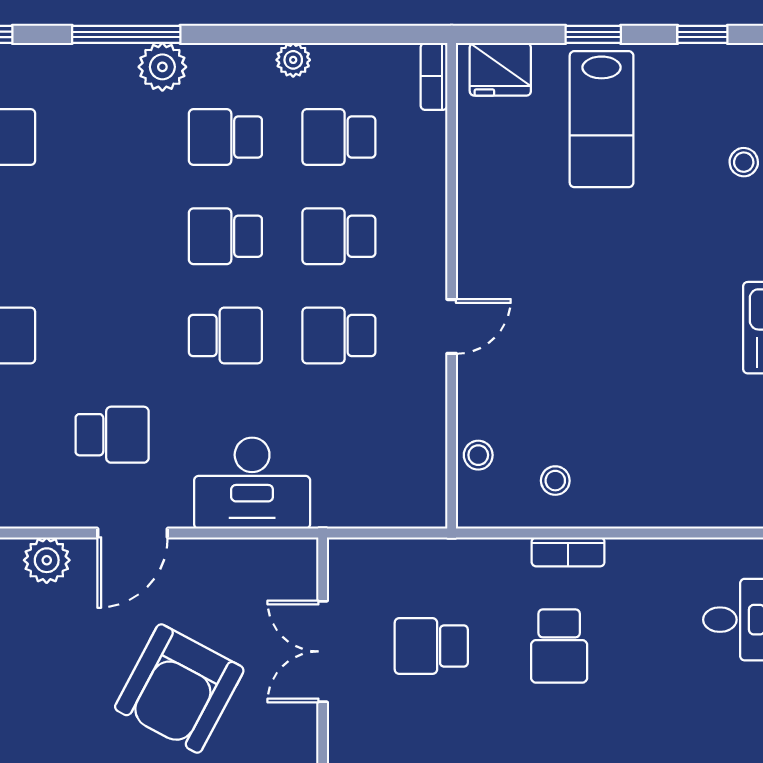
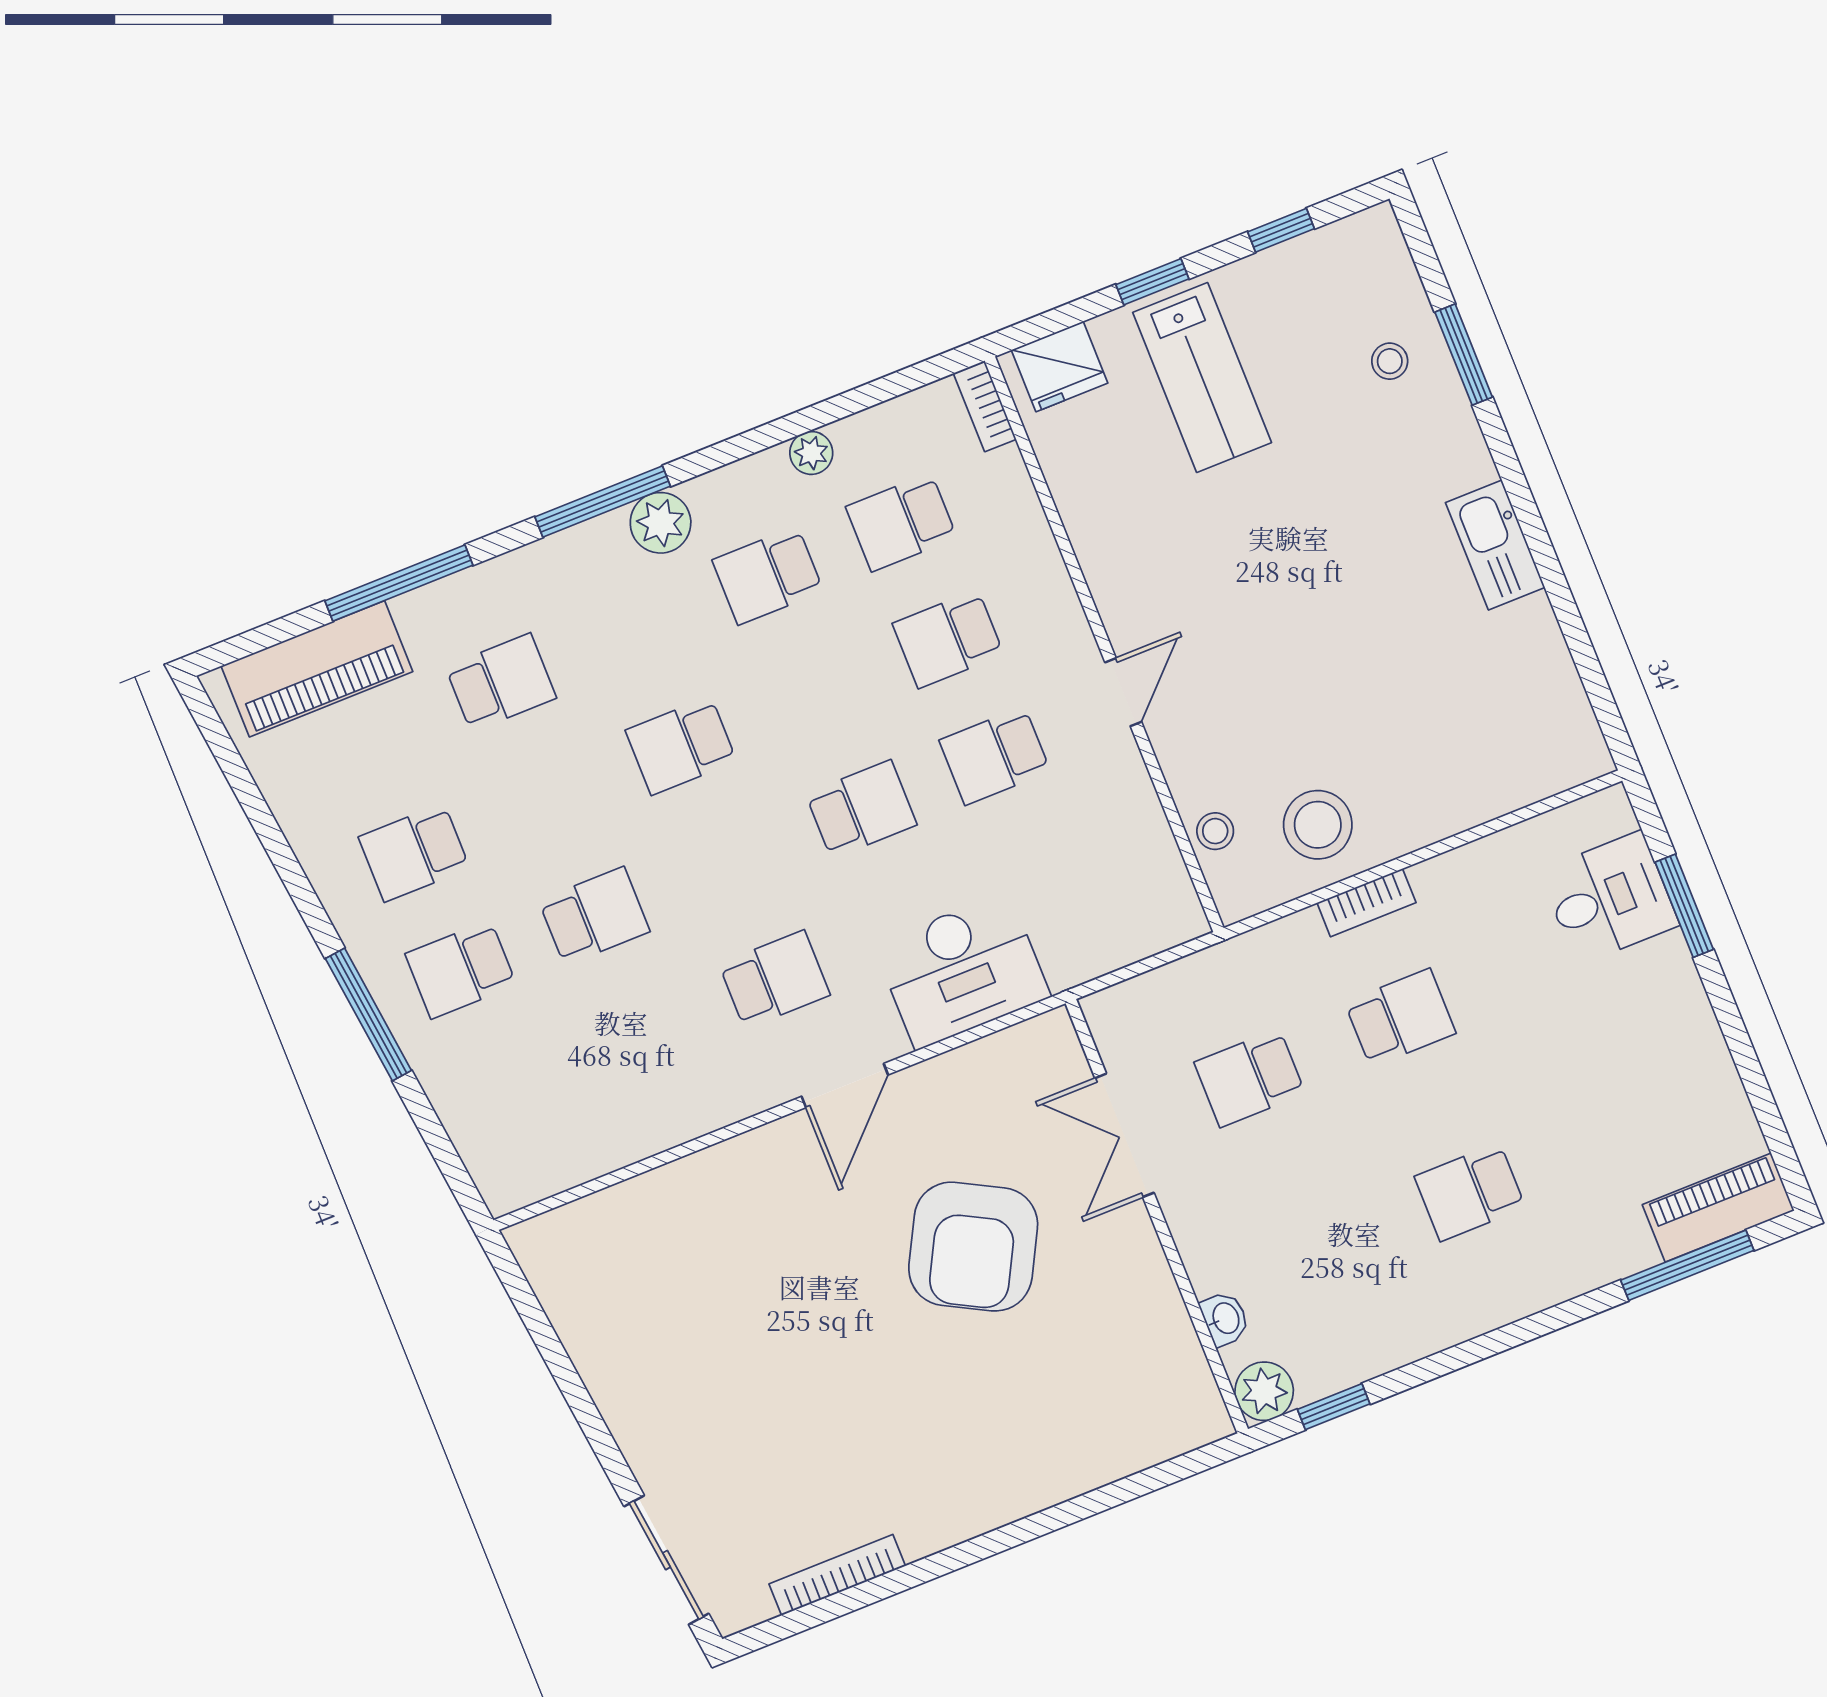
school desk: (225, 236) -> (681, 746), moved
stool: (555, 481) -> (1318, 825), width x1.89, depth x1.89
plant: (47, 560) -> (757, 1158), removed
school desk: (559, 646) -> (1400, 1018), turned -90

